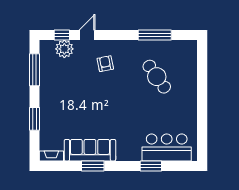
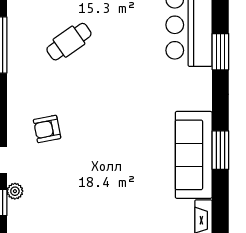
plant: (64, 49) -> (15, 191), width x0.53, depth x0.53
cafe table: (157, 77) -> (69, 42), width x0.73, depth x0.74

